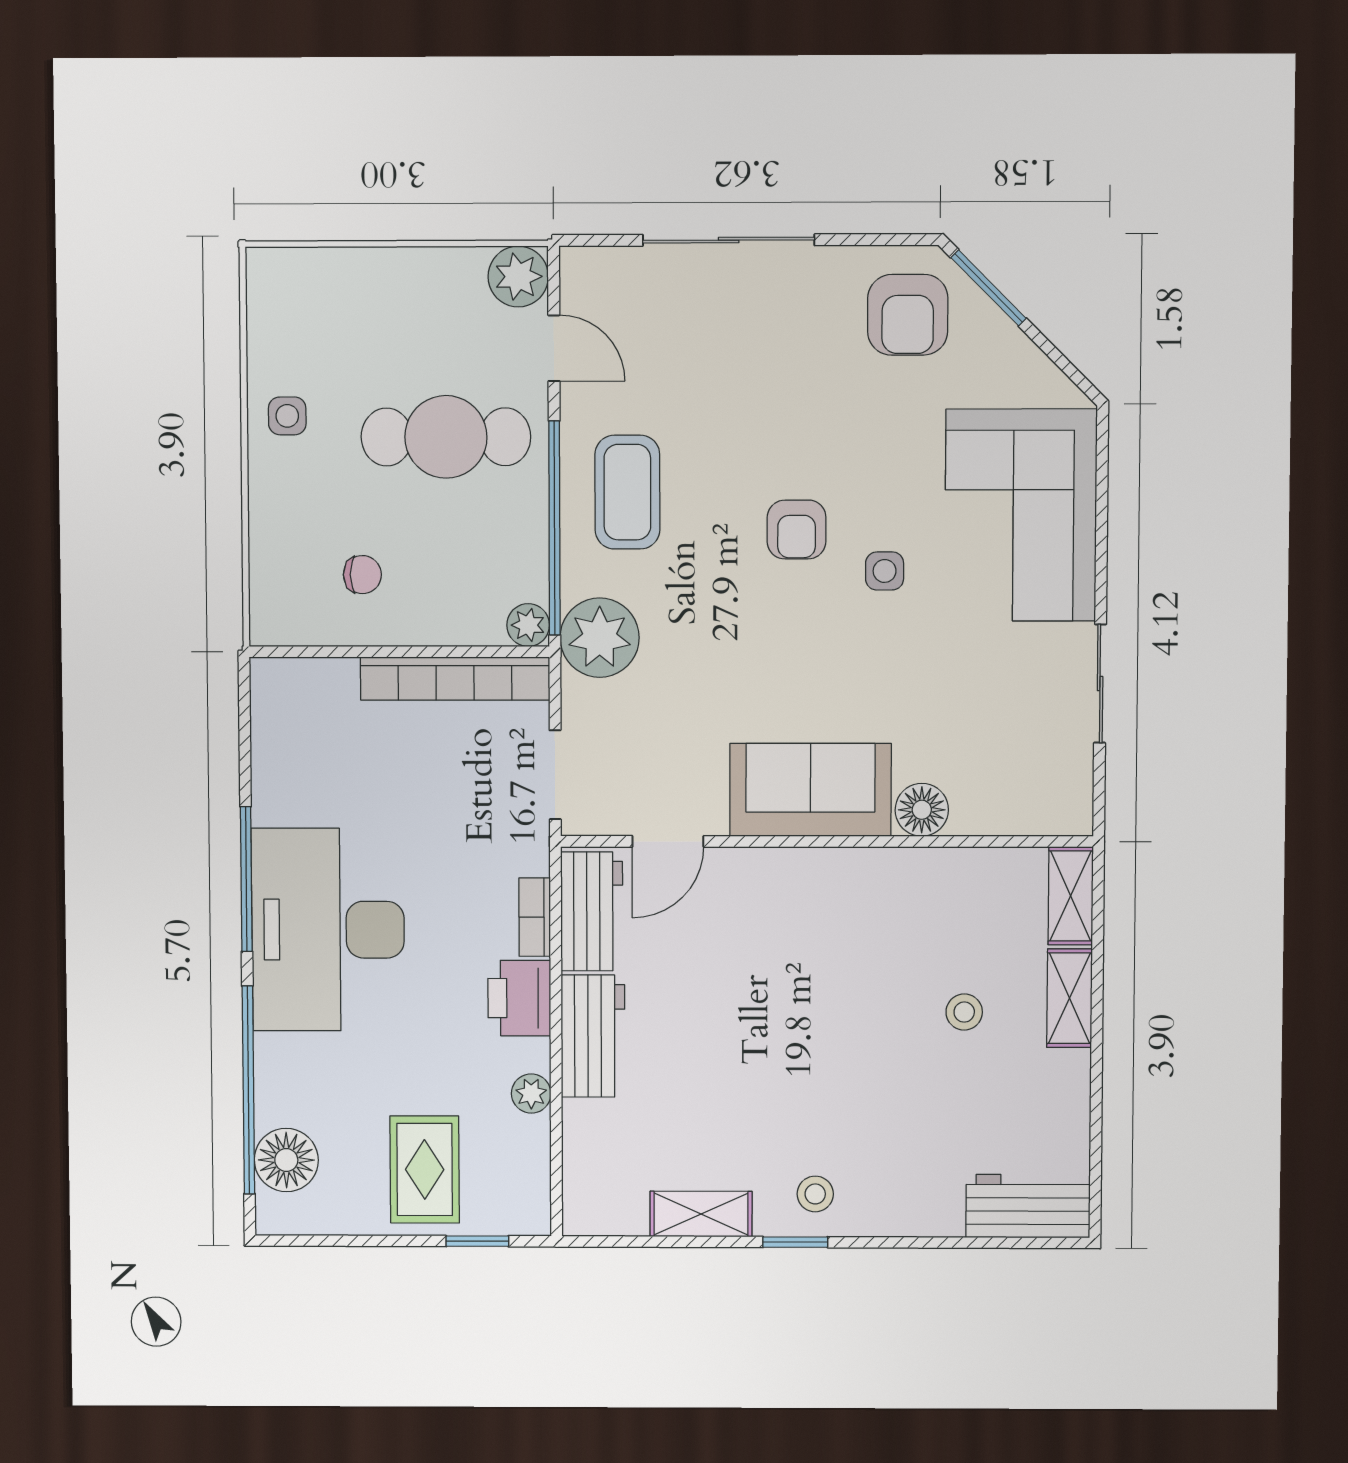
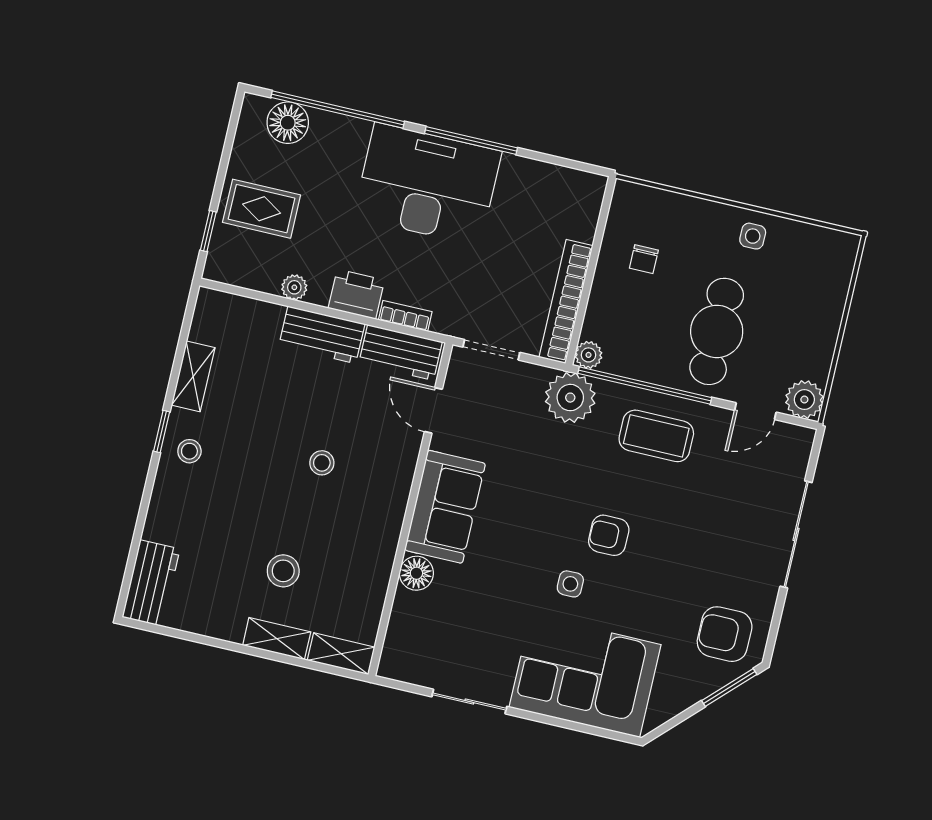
stool: (787, 991) -> (322, 463), added
stool: (964, 1012) -> (283, 571), width x1.37, depth x1.37

